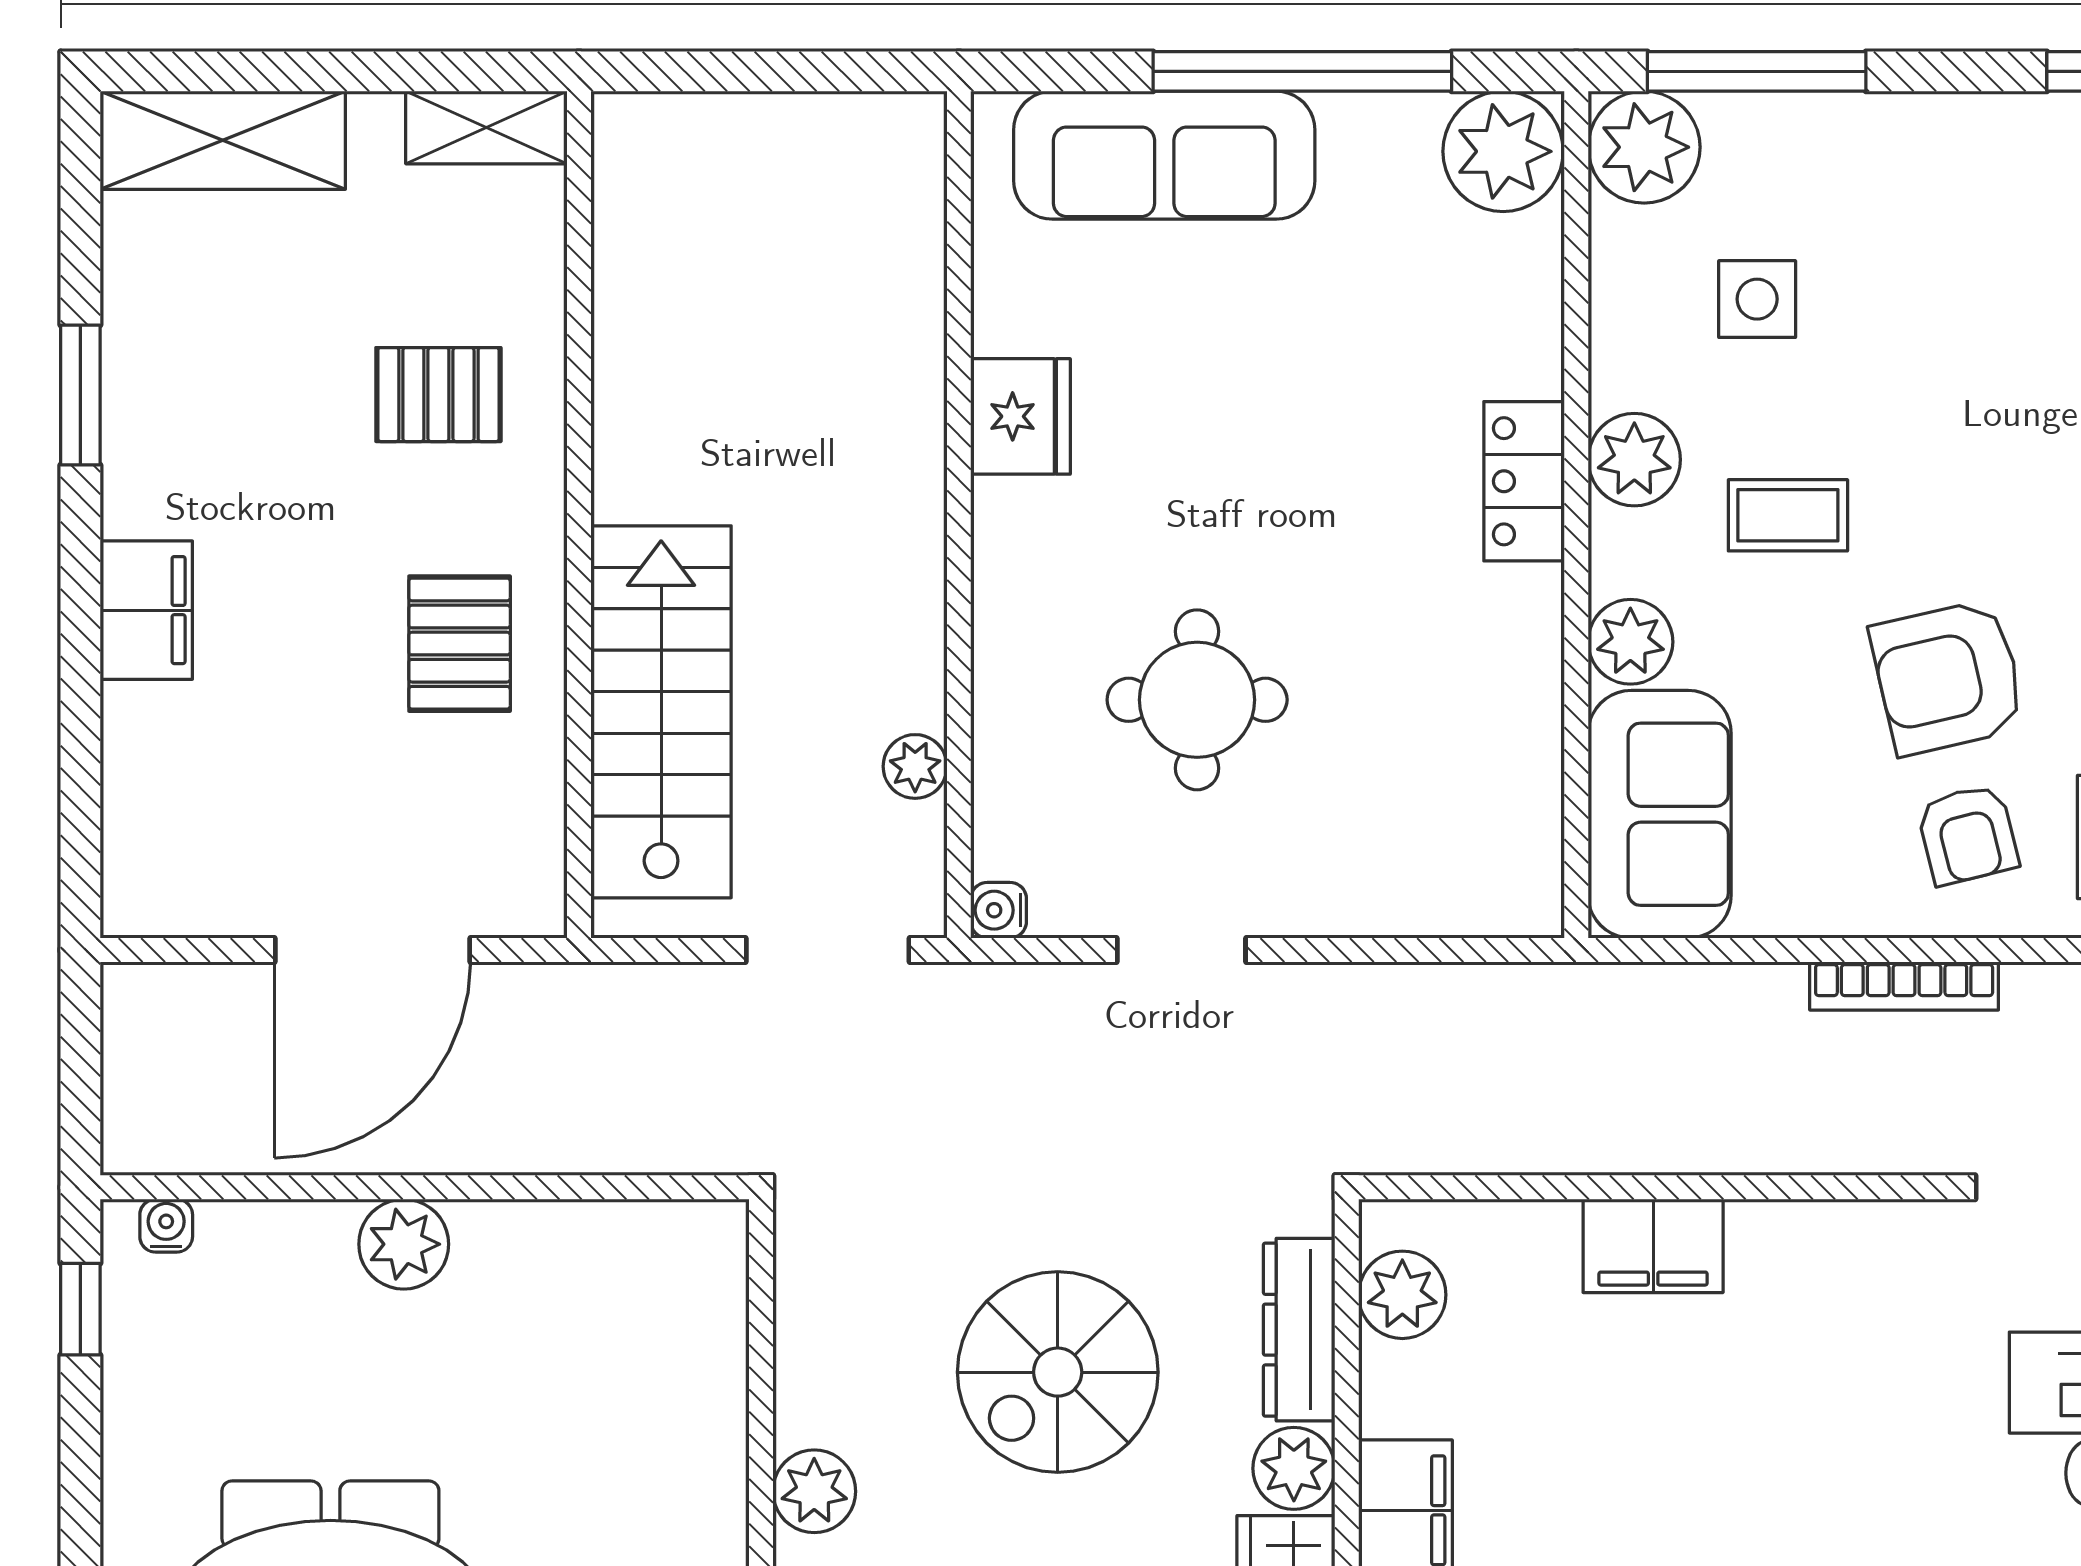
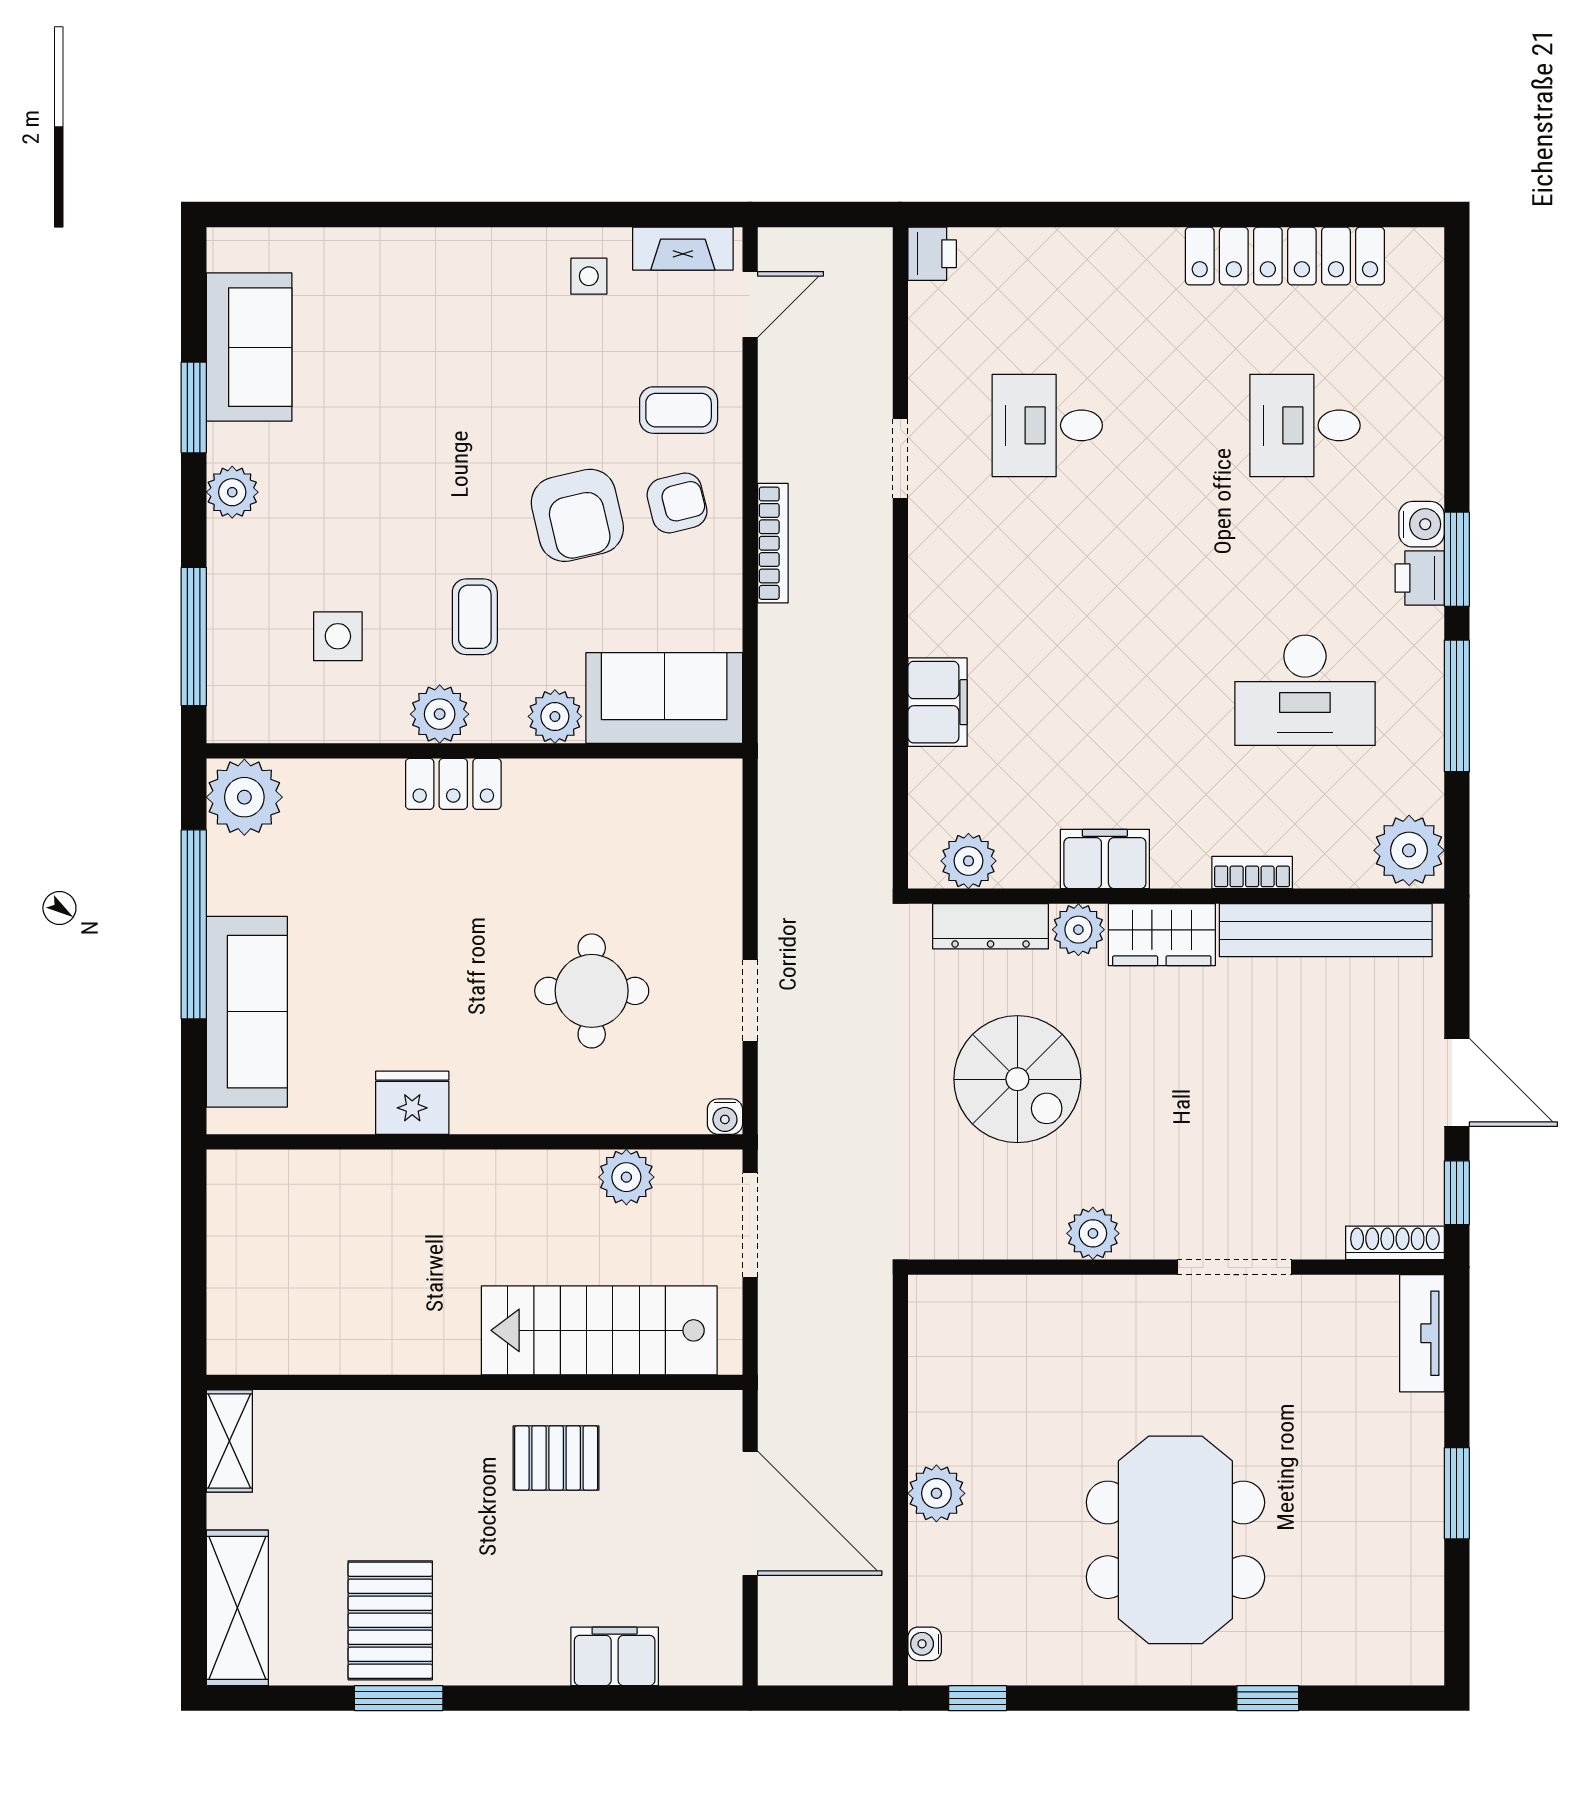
plant: (1644, 147) -> (232, 492), moved, width x0.73, depth x0.73
pallet: (438, 395) -> (390, 1620), moved, width x1.50, depth x1.42
filing cabinet: (146, 610) -> (615, 1656), moved
plant: (915, 766) -> (626, 1177), width x1.38, depth x1.38

